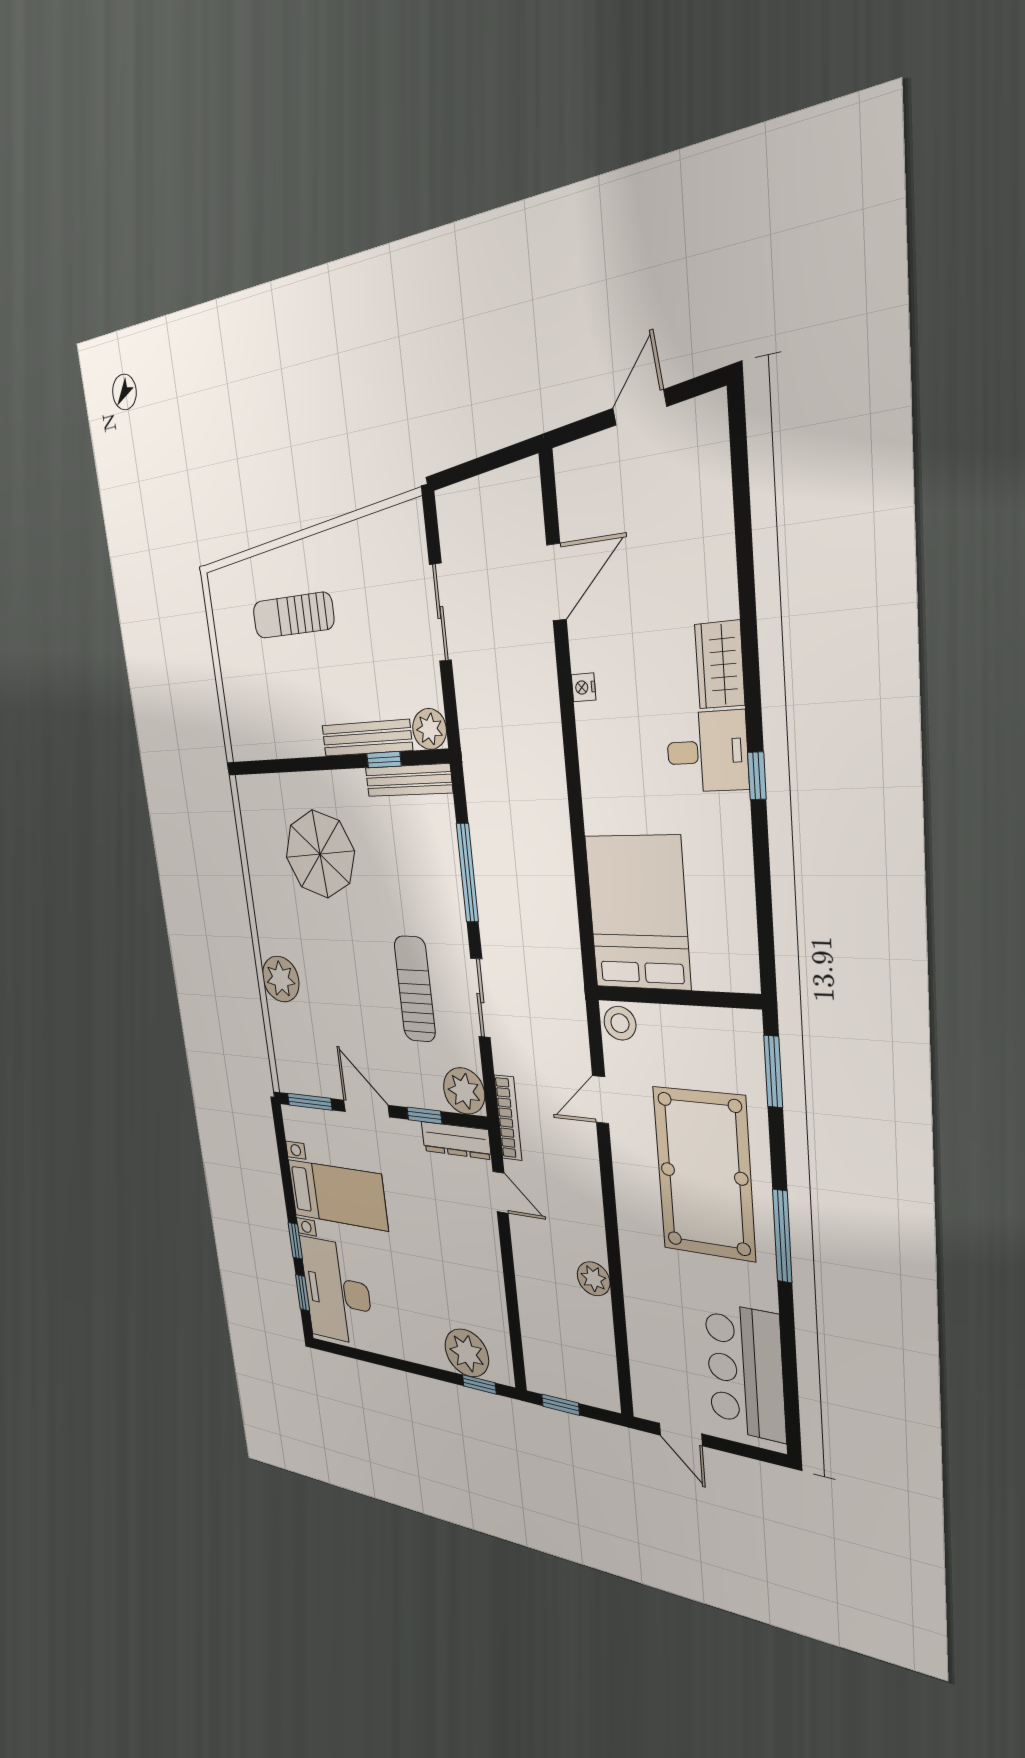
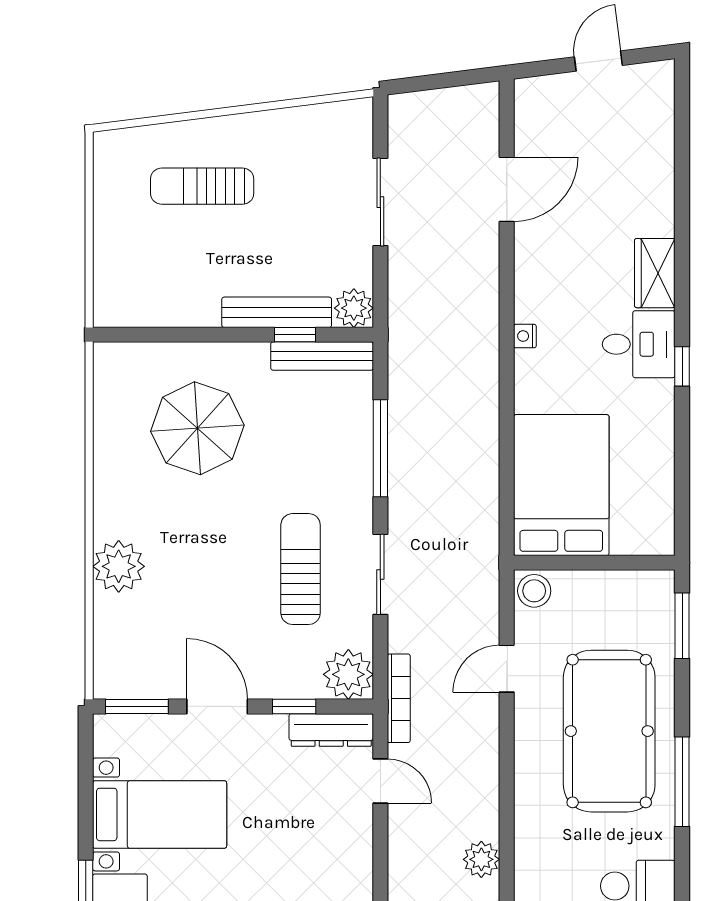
nightstand: (584, 687) -> (525, 336), moved

